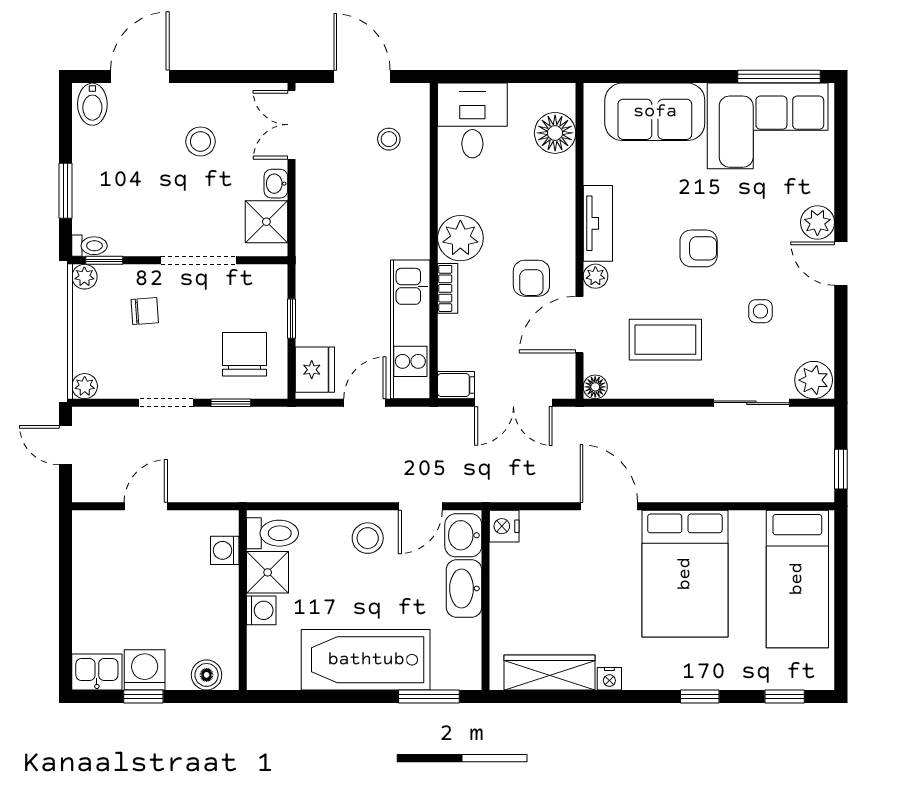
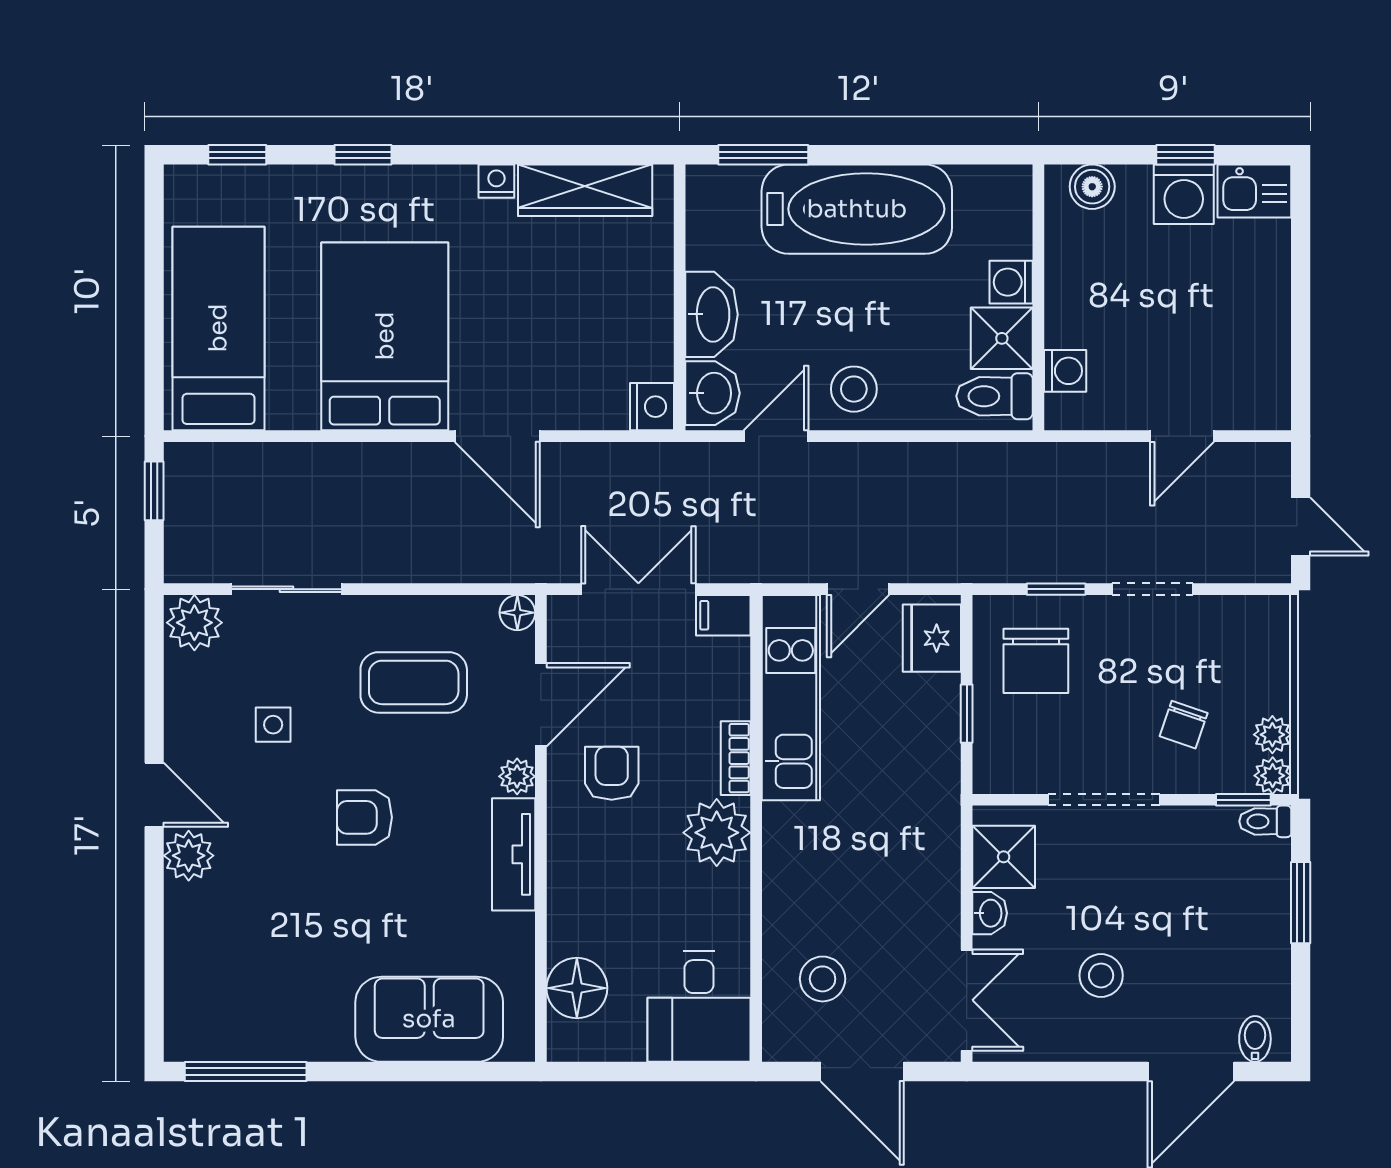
bidet: (92, 104) -> (1255, 1039), width x0.72, depth x0.74
corner sofa: (768, 126) -> (263, 998), removed
stool: (389, 139) -> (823, 979), width x1.37, depth x1.37
chair: (145, 311) -> (1184, 725), turned -67
plant: (85, 386) -> (1272, 735), moved

